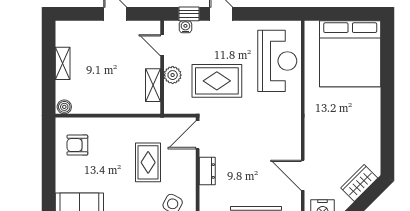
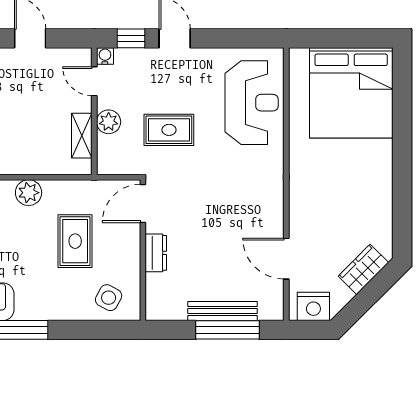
water cooler: (185, 27) -> (105, 56), moved
rug: (217, 81) -> (169, 130), width x0.73, depth x0.70
plant: (114, 127) -> (29, 193), added

